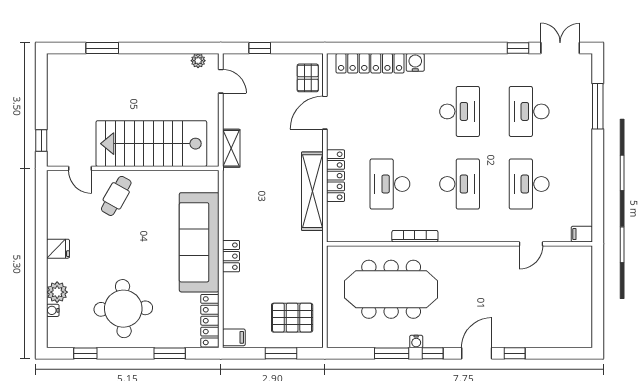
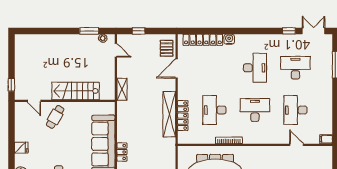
window: (102, 48) -> (89, 31), moved
desk: (529, 111) -> (295, 68), turned 90
stairs: (151, 144) -> (76, 91), width x0.73, depth x0.66
locker: (336, 176) -> (183, 116), moved
desk: (460, 184) -> (255, 110), turned -90
door: (531, 244) -> (296, 145), swing flipped

